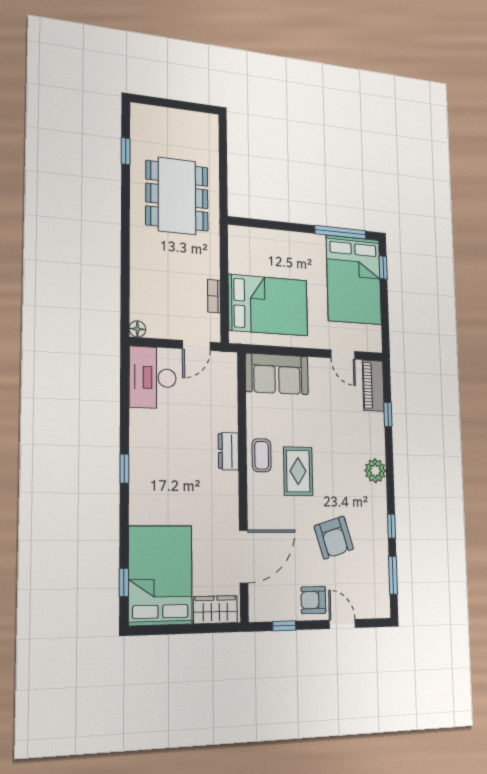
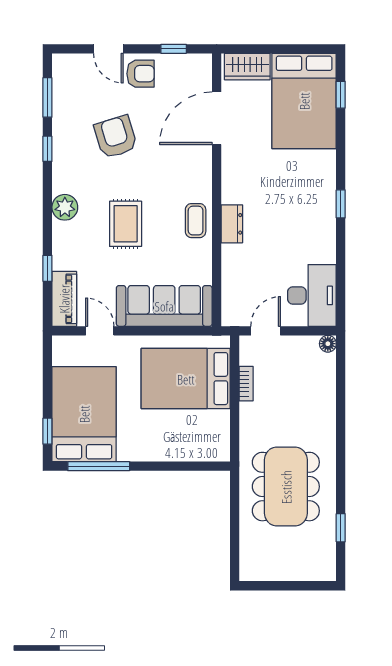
sofa: (277, 374) -> (164, 306), width x1.36
rug: (298, 471) -> (126, 224), moved

